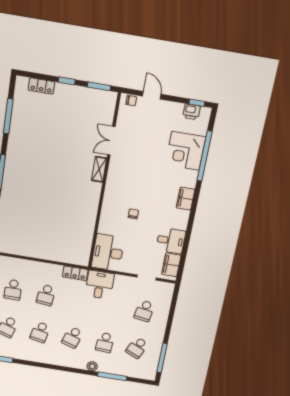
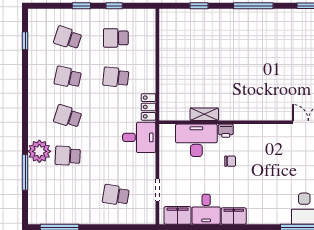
shelving: (99, 169) -> (204, 114), moved
filing cabinet: (185, 199) -> (234, 216), moved
printer: (106, 213) -> (226, 131), added
desk: (108, 253) -> (196, 140), moved
school desk: (137, 348) -> (68, 195), removed
plant: (92, 366) -> (39, 151), width x1.88, depth x1.88

